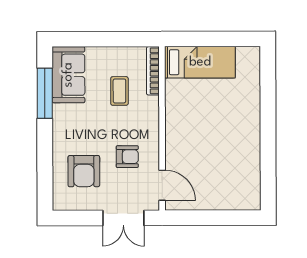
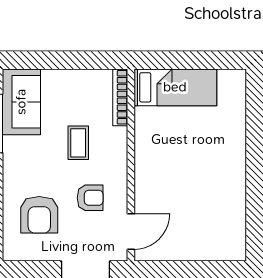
coffee table: (119, 91) -> (78, 143), moved
door: (162, 185) -> (131, 231), hinge flipped

